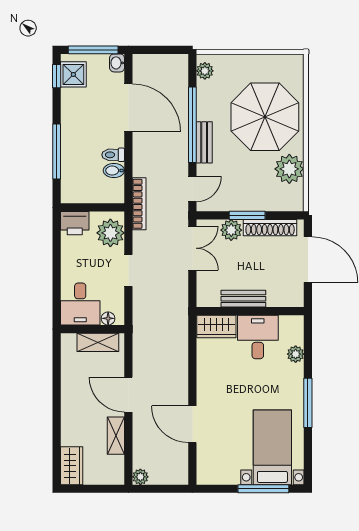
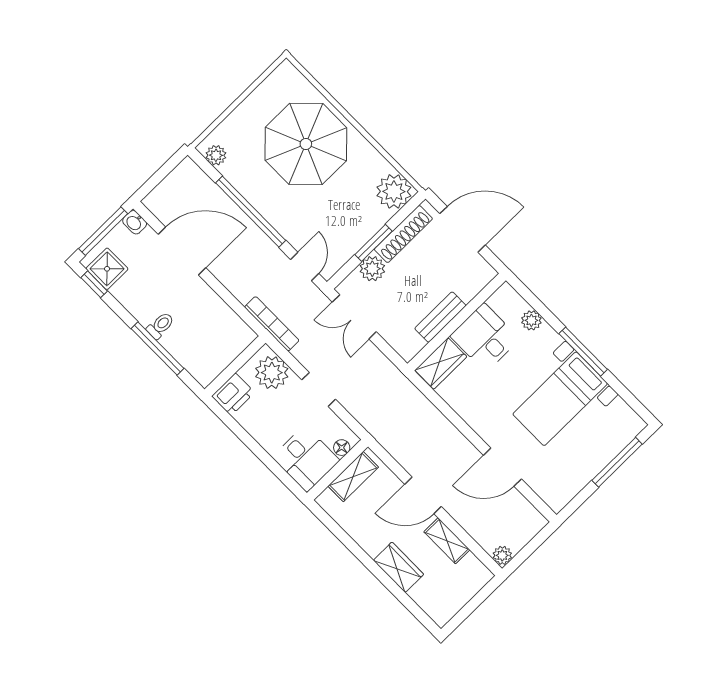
bench: (204, 142) -> (276, 217), removed
toilet: (113, 155) -> (160, 325), moved, turned 180
plant: (289, 169) -> (394, 191), moved
bidet: (114, 171) -> (222, 317), removed
double door: (192, 248) -> (354, 317), swing flipped
bed with nightstands: (272, 447) -> (560, 399), moved, turned -90
wardrobe: (72, 466) -> (398, 567), moved

